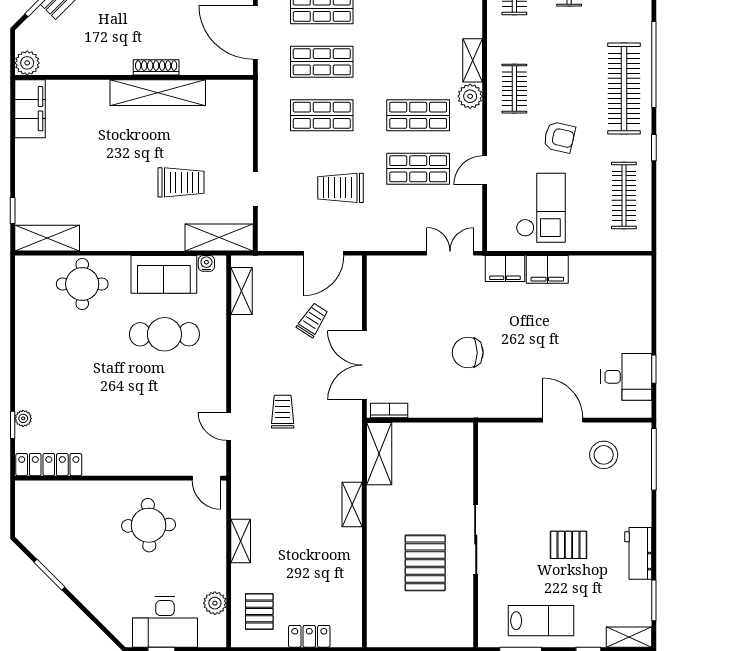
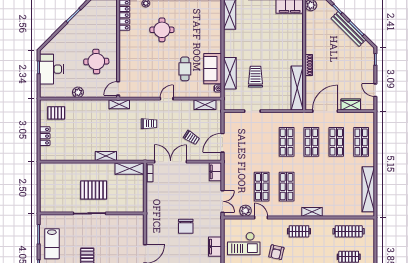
shelving: (158, 93) -> (297, 88), moved
plant: (470, 96) -> (245, 211), moved
trolley: (181, 182) -> (255, 77), turned 180
trolley: (340, 188) -> (253, 151), removed
shelving: (219, 237) -> (230, 73), moved
door: (324, 253) -> (223, 143), hinge flipped
filing cabinet: (505, 269) -> (215, 172), moved
round table: (82, 284) -> (162, 30), moved
cafe table: (164, 334) -> (185, 69), width x0.73, depth x0.74
chair: (468, 353) -> (186, 226), moved, turned 180
door: (229, 426) -> (167, 99), moved
shelving: (241, 541) -> (119, 104), moved
pallet: (425, 563) -> (94, 190), moved
plant: (215, 603) -> (78, 92), moved

